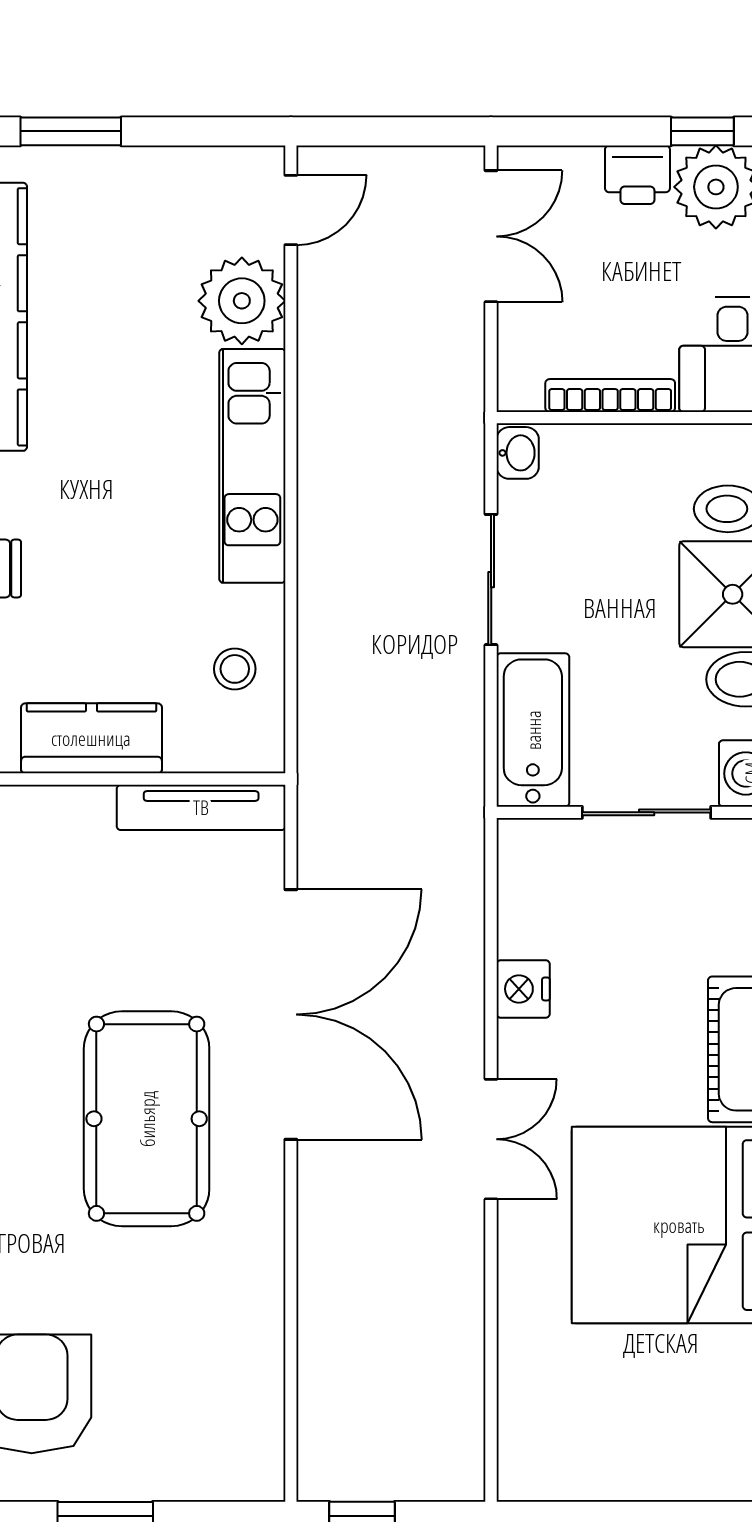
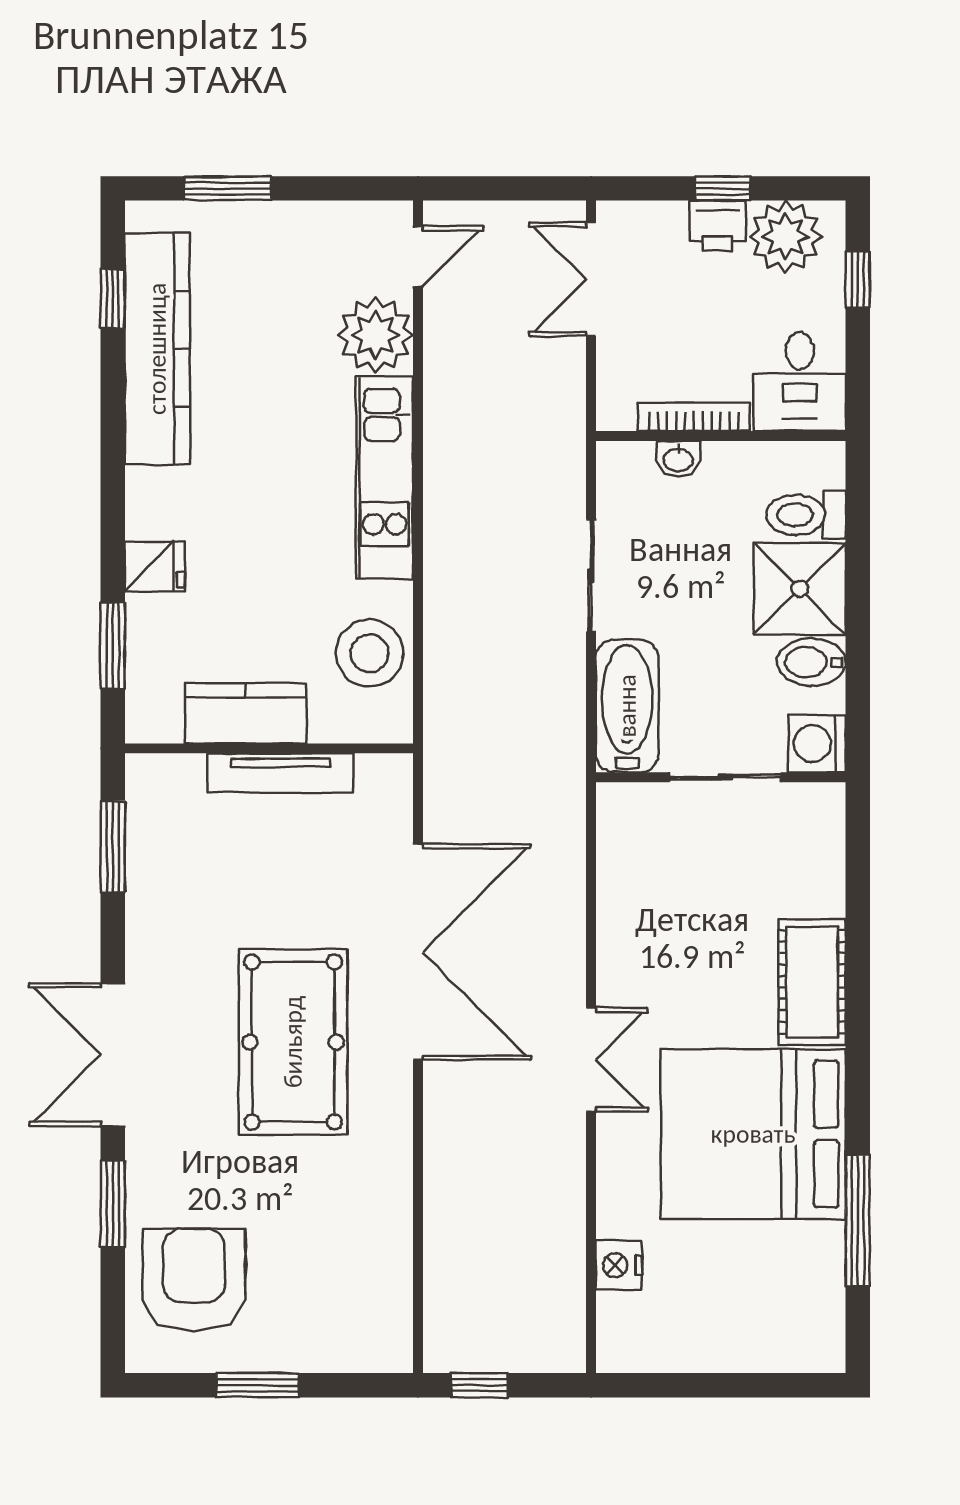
window: (702, 131) -> (723, 188), moved
double door: (491, 236) -> (591, 279), swing flipped
washbasin: (518, 453) -> (678, 459), moved, turned 90
stool: (235, 669) -> (369, 653), width x1.89, depth x1.89
tv unit: (201, 807) -> (280, 773), moved
nightstand: (523, 989) -> (619, 1265), moved

